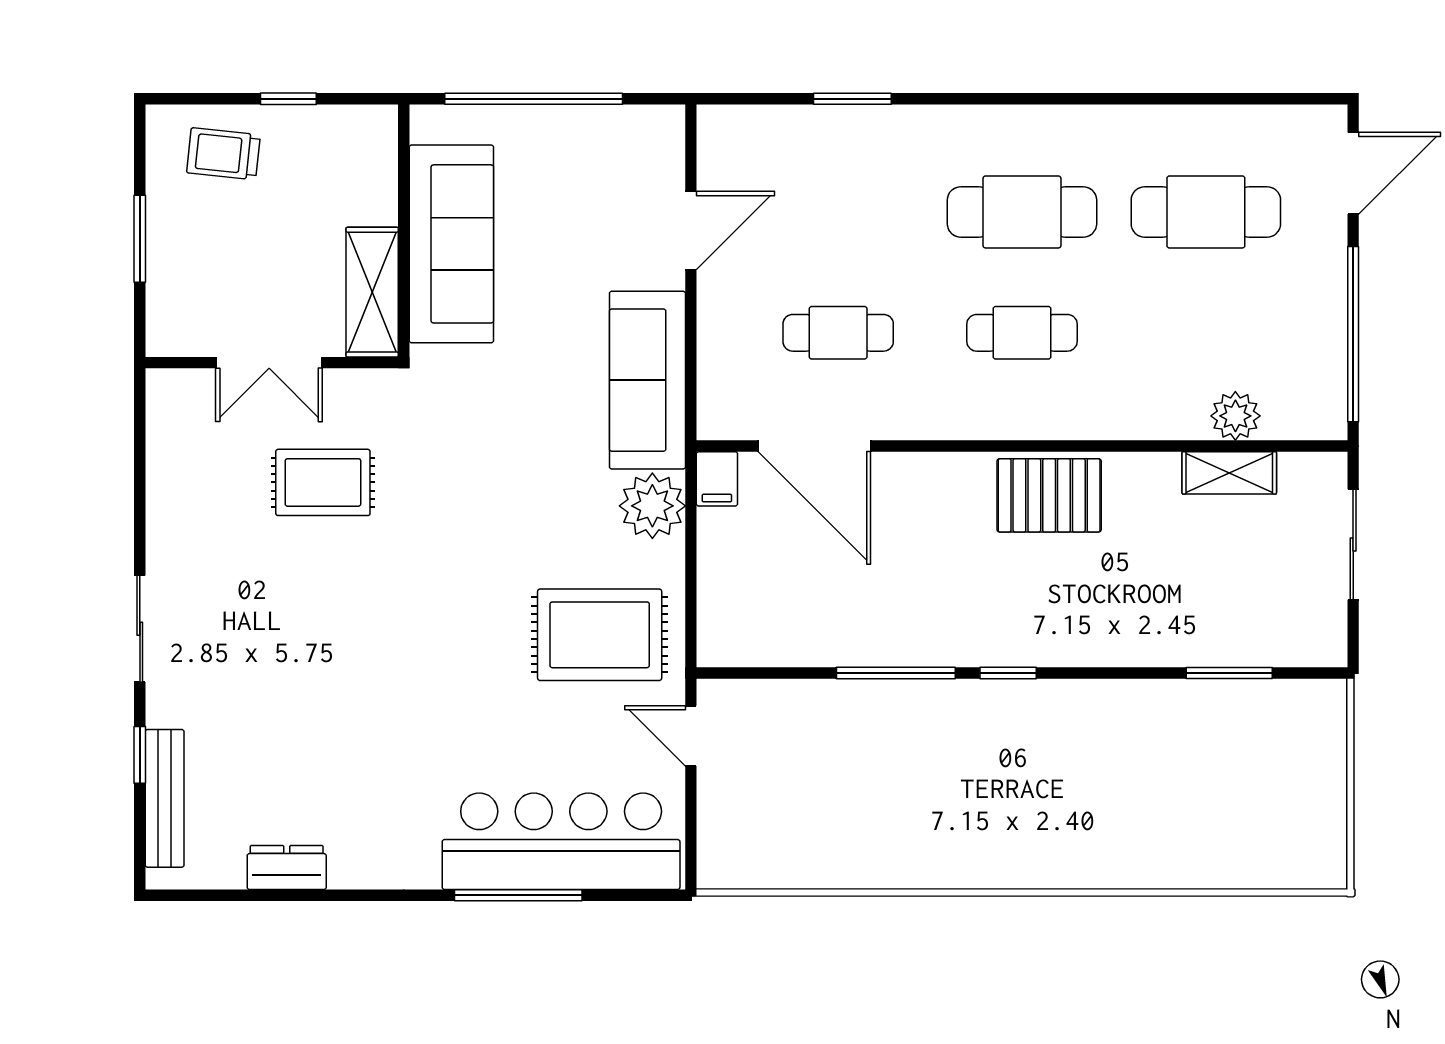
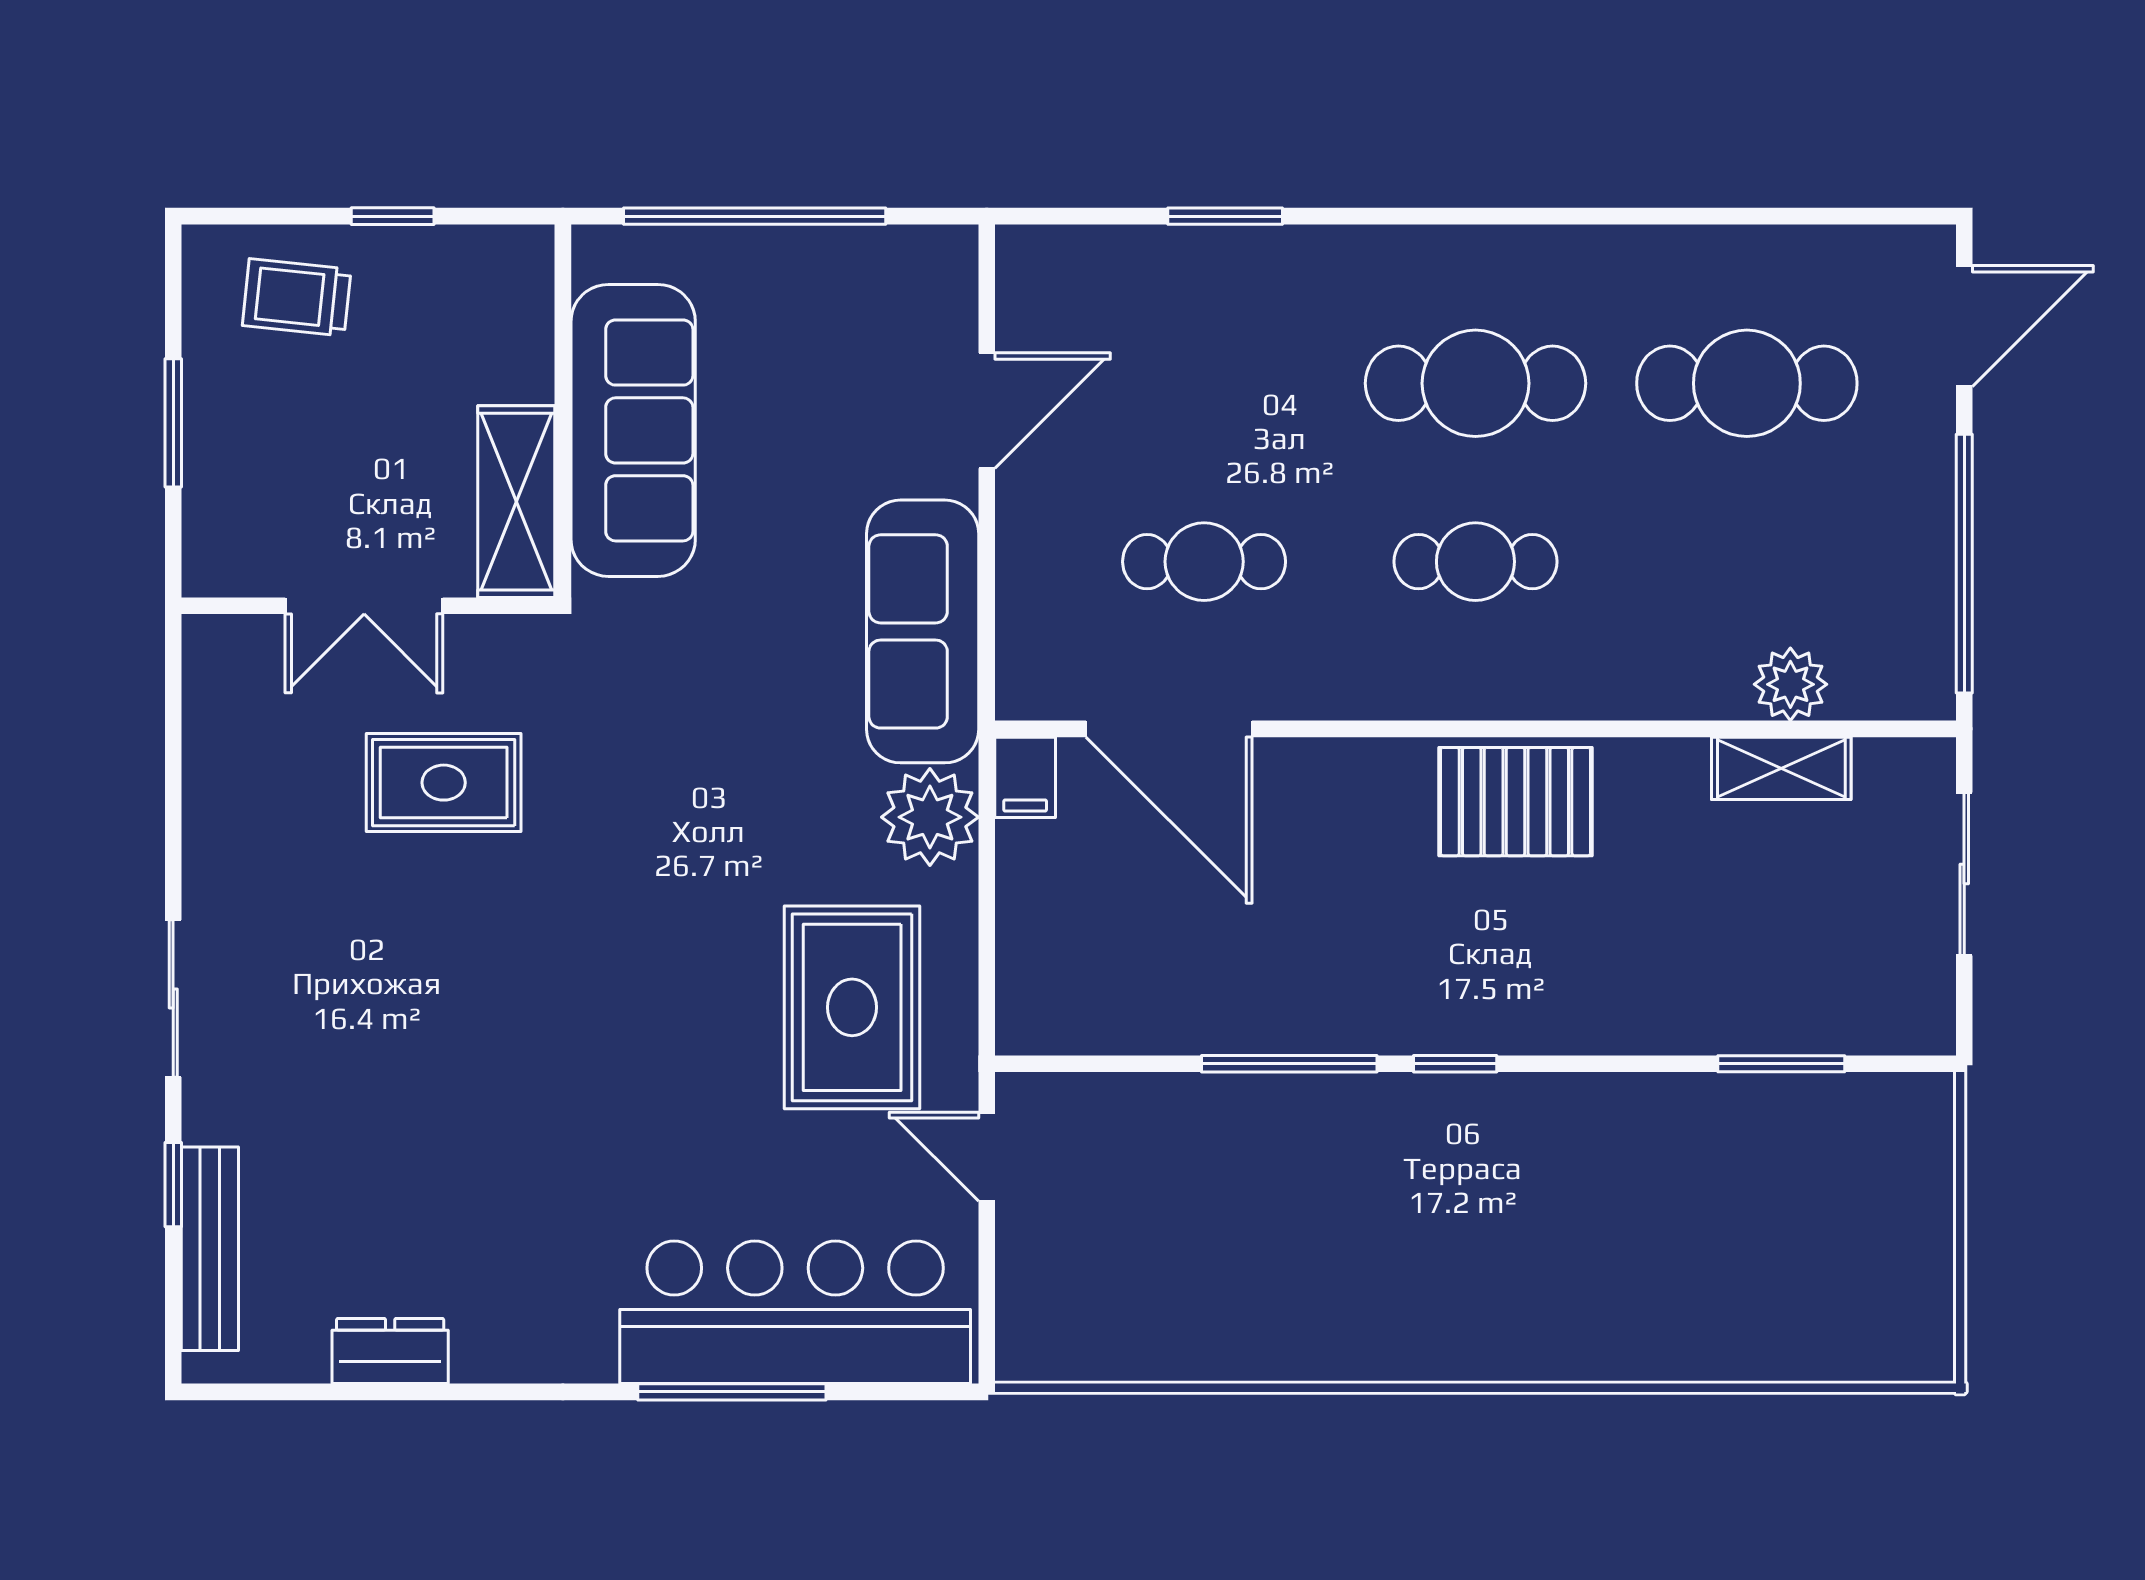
rug: (600, 635) -> (852, 1007), turned 90

